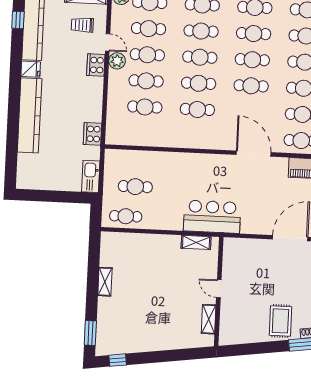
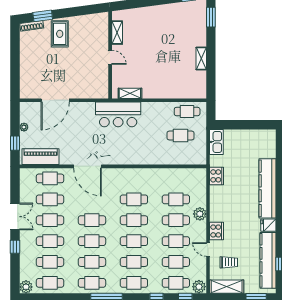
plant: (117, 61) -> (200, 214), moved

